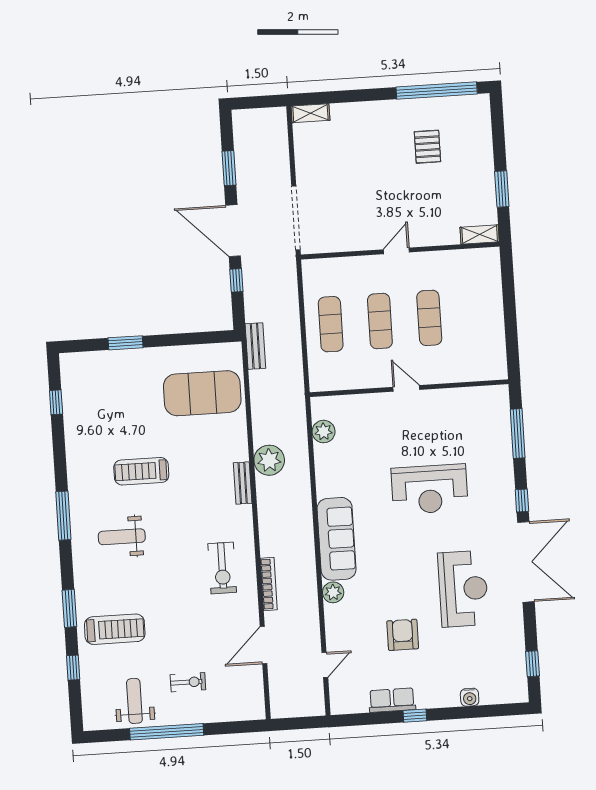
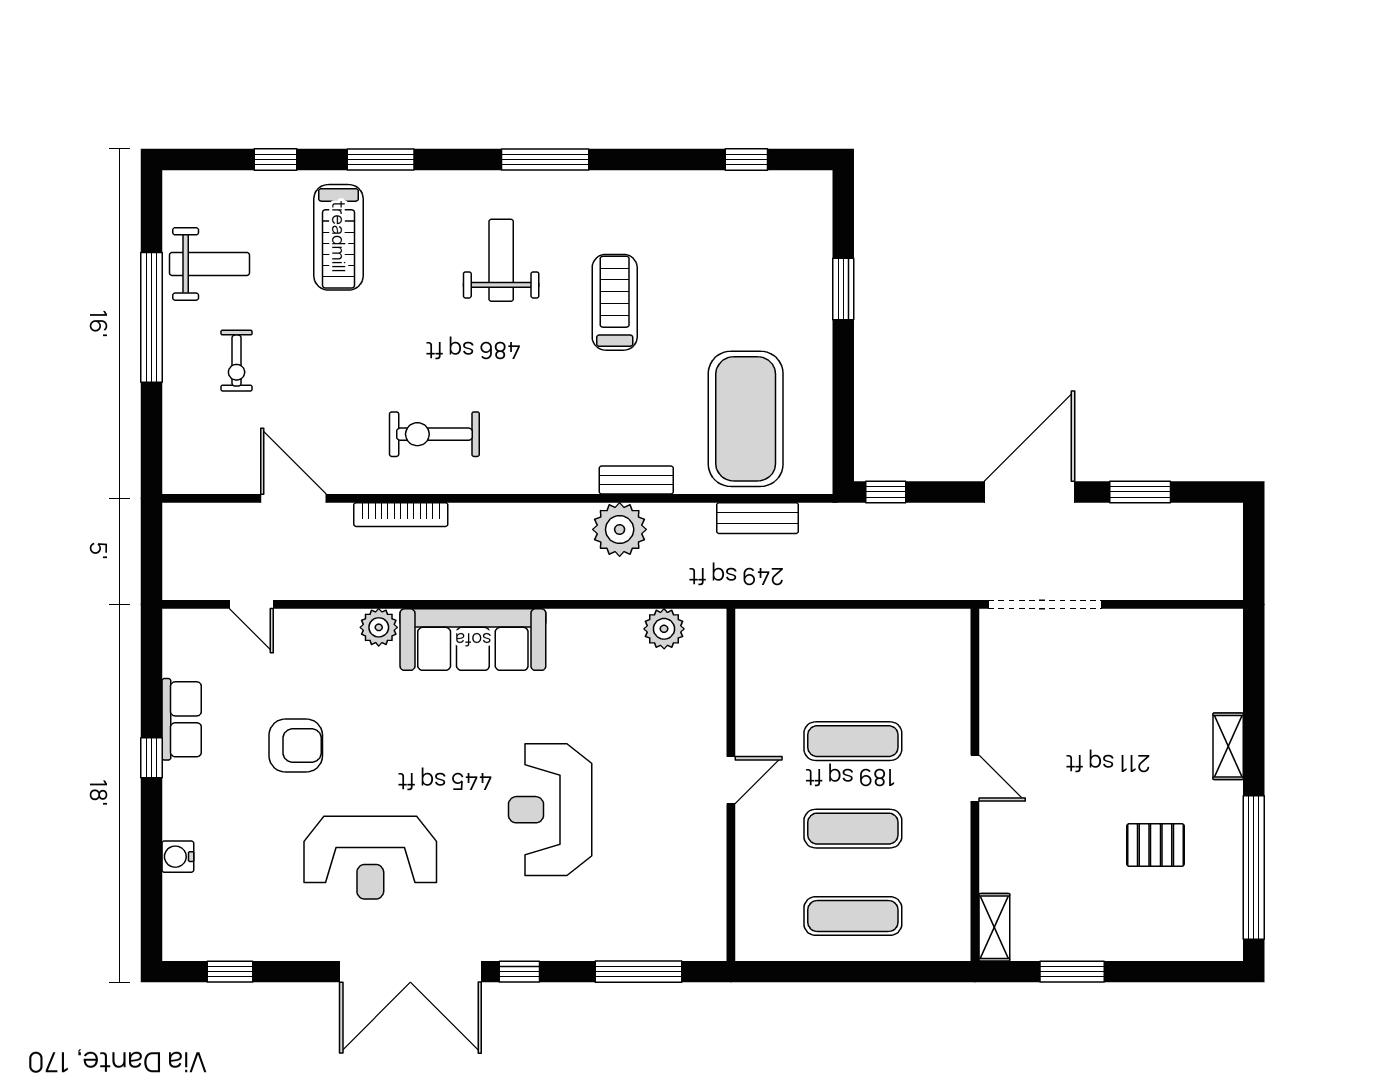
shelving: (310, 113) -> (1228, 746), moved
window: (236, 280) -> (886, 492), moved
exercise mat: (331, 324) -> (853, 916), moved
bench: (255, 346) -> (757, 518), moved
bench: (243, 483) -> (636, 480), moved

